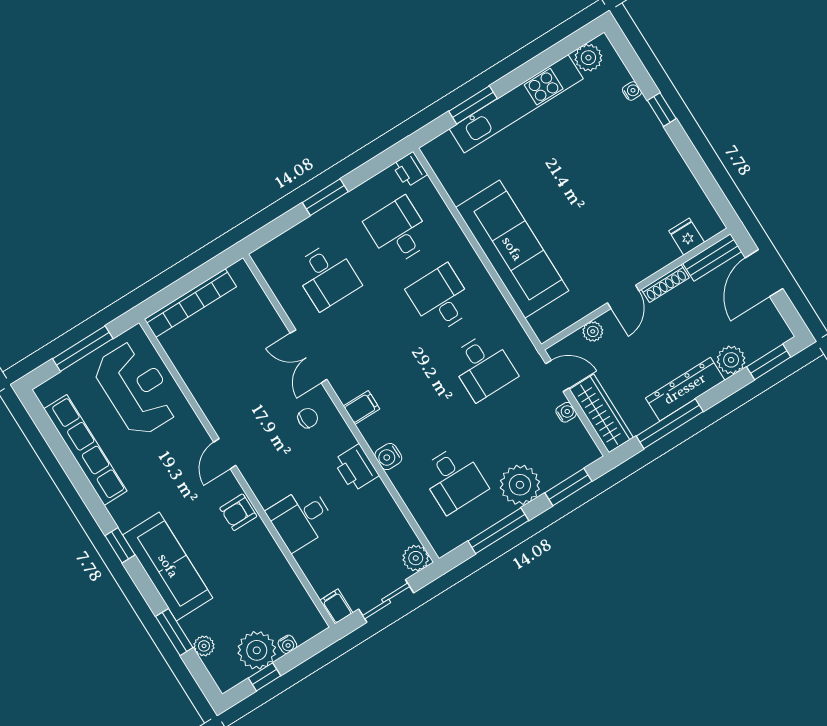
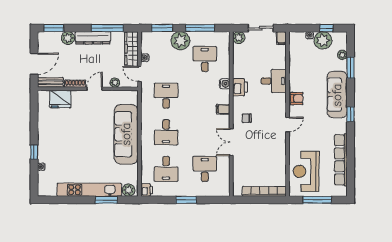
plant: (588, 58) -> (129, 190), moved
fridge: (687, 237) -> (60, 99), width x1.88, depth x1.34
double door: (309, 356) -> (231, 142), swing flipped

